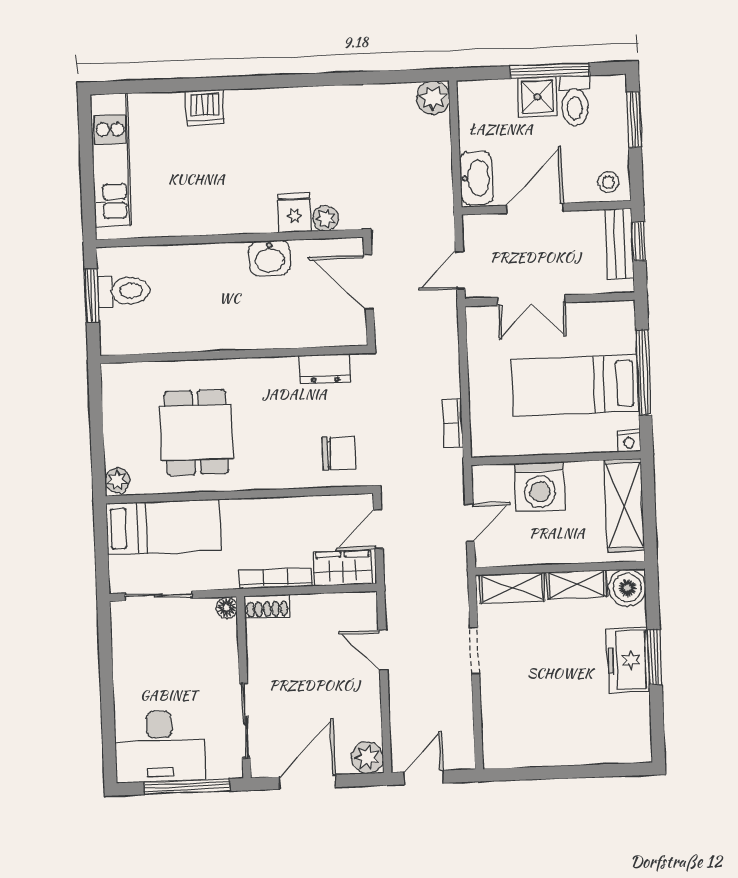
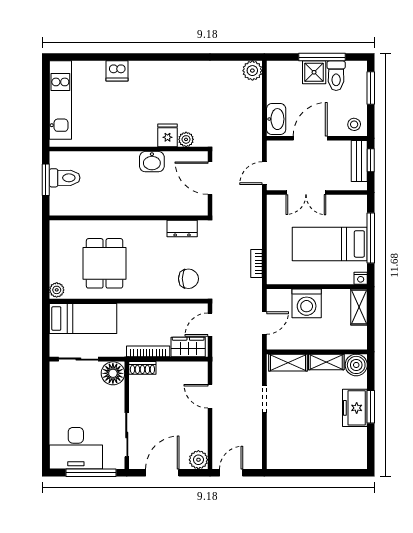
shelving: (624, 505) -> (359, 307), width x0.67, depth x0.75
floor lamp: (227, 608) -> (113, 373), width x1.89, depth x1.89

